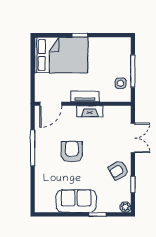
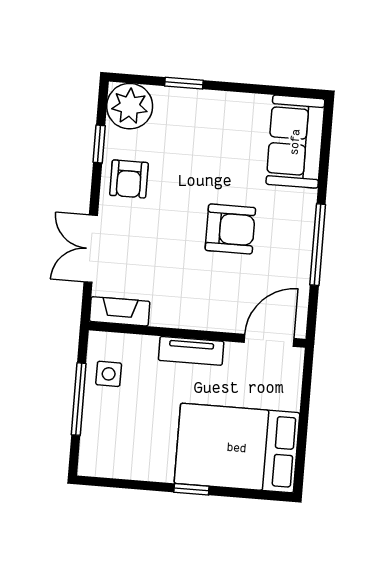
fireplace: (90, 111) -> (120, 311), moved
armchair: (72, 152) -> (230, 229), turned -90
armchair: (118, 170) -> (129, 179), turned 120
sofa: (76, 201) -> (295, 142), moved, turned 90
plant: (125, 207) -> (130, 106), width x1.87, depth x1.87

